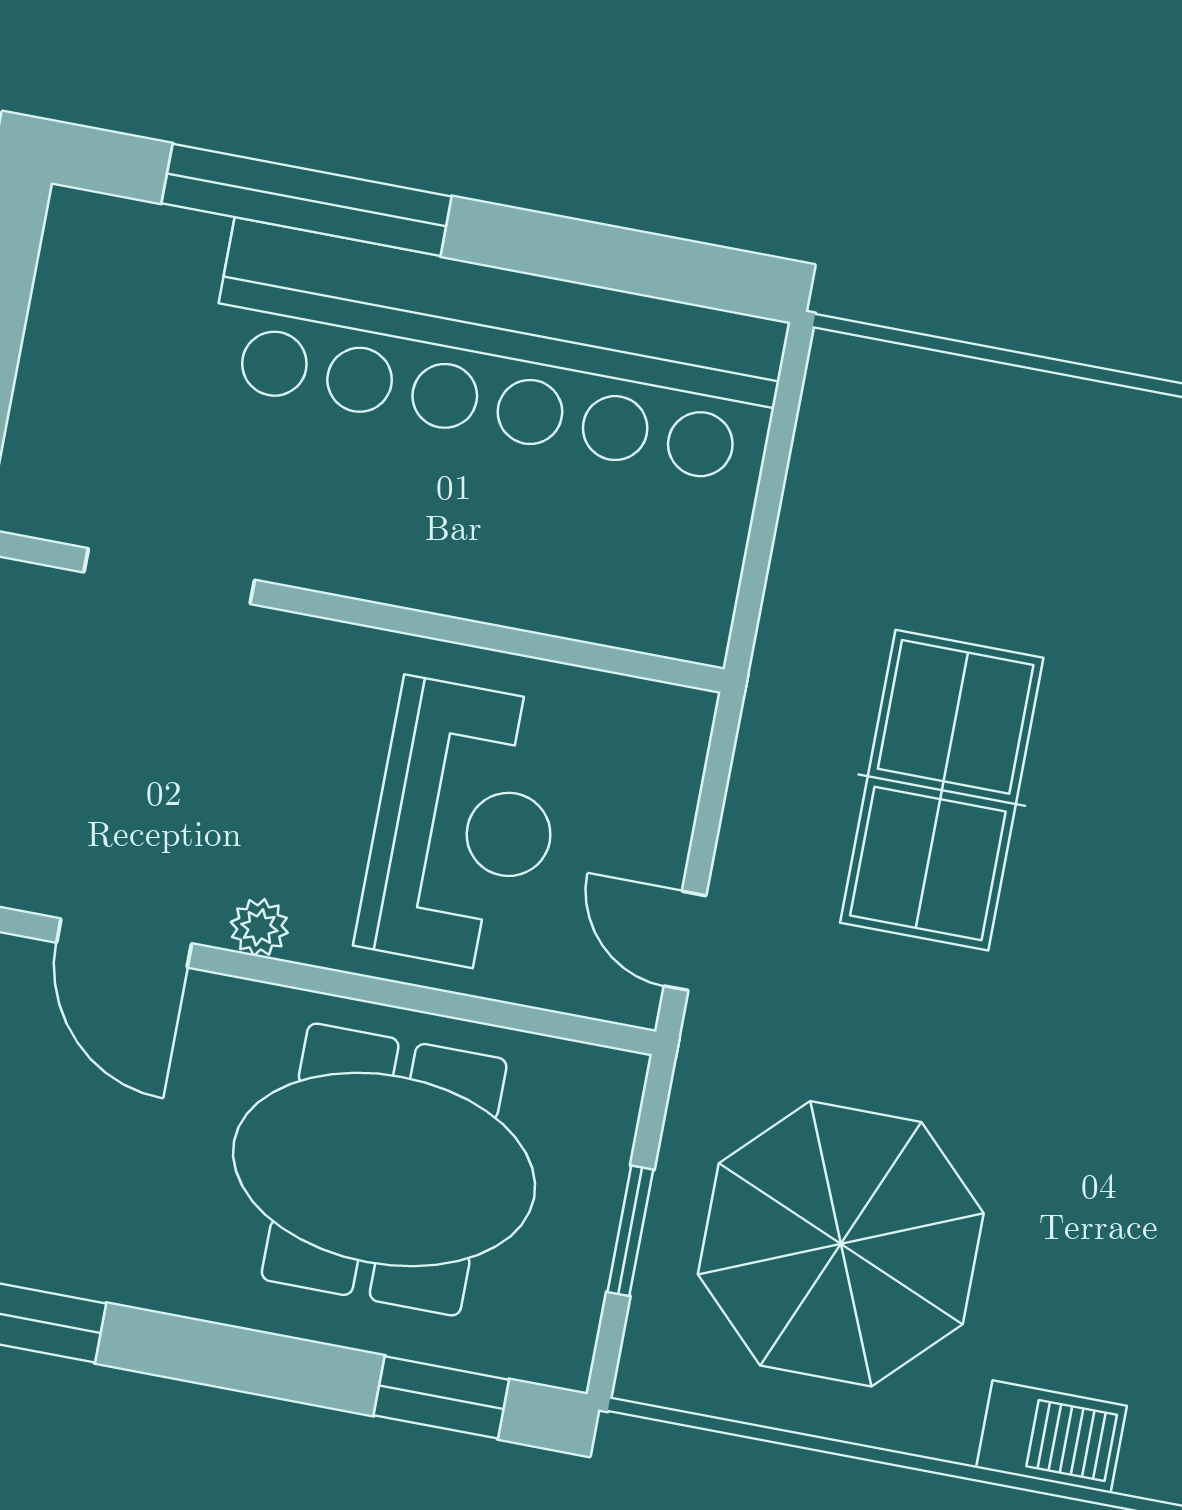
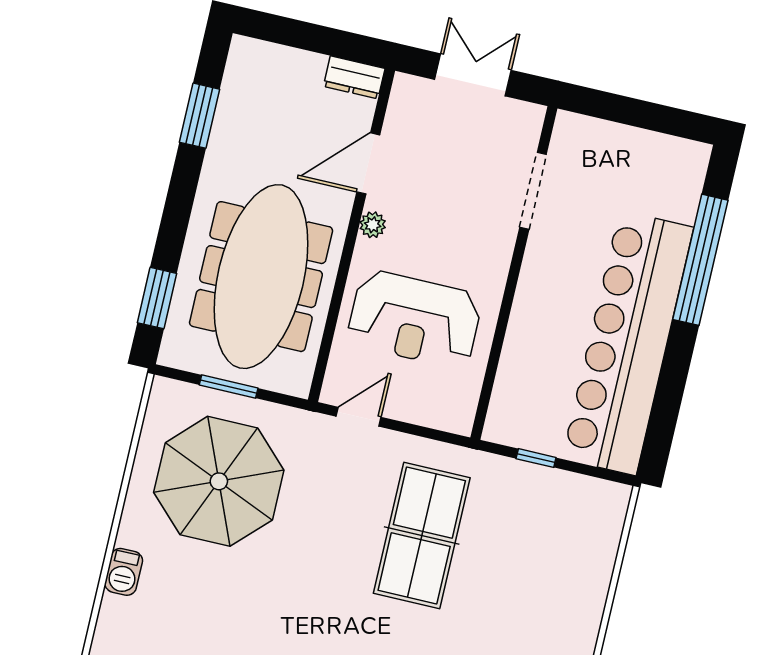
window: (760, 545) -> (536, 458), added
table tennis table: (942, 790) -> (422, 536), turned 90
meeting table: (384, 1169) -> (261, 277), width x1.36
barbecue: (1052, 1437) -> (124, 572), width x0.73, depth x0.79

